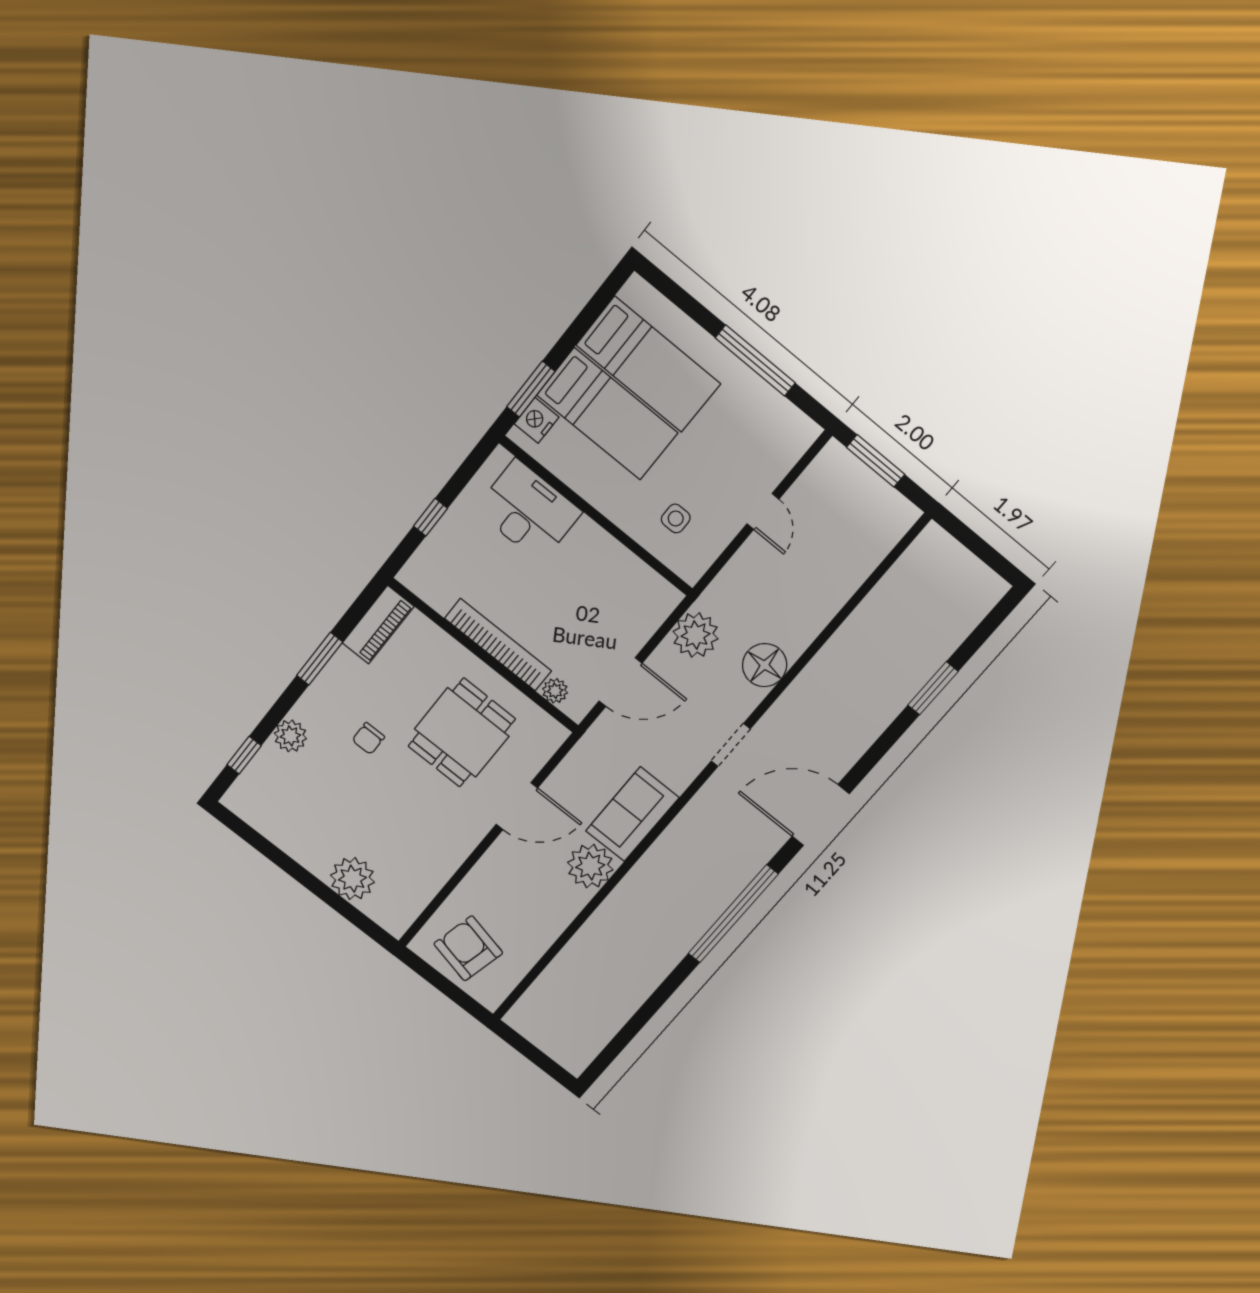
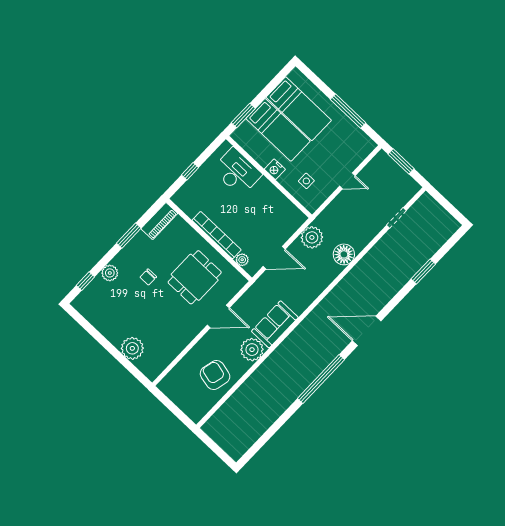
nightstand: (537, 420) -> (275, 169), moved, turned -90
door: (763, 511) -> (347, 181), hinge flipped
doorway: (731, 745) -> (396, 218), moved
armchair: (468, 948) -> (215, 375), moved

